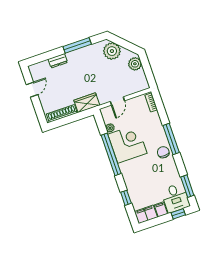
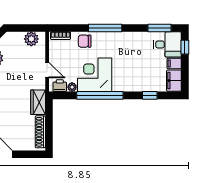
plant: (135, 64) -> (31, 39), moved
printer: (108, 117) -> (60, 86), added
chair: (163, 152) -> (85, 41), moved

